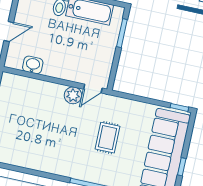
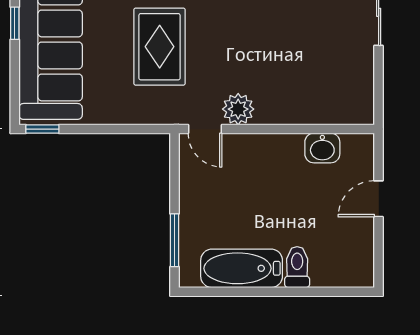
door: (93, 89) -> (205, 129), swing flipped
rug: (107, 138) -> (160, 47), width x1.36, depth x1.43

